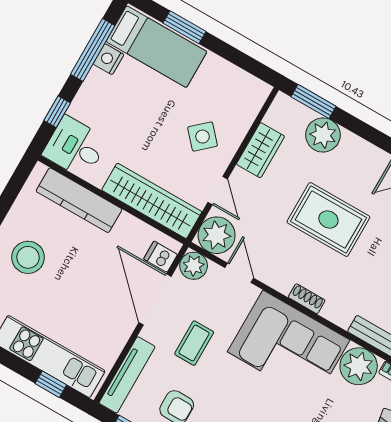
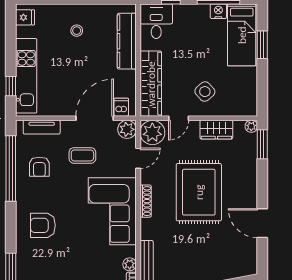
plant: (323, 135) -> (251, 126), moved, width x0.53, depth x0.53
rug: (328, 219) -> (199, 192), width x1.37, depth x1.44
stool: (28, 257) -> (77, 31), width x0.53, depth x0.53
shoe rack: (307, 299) -> (146, 201), width x1.43
plant: (359, 366) -> (130, 264), width x0.53, depth x0.53
tv unit: (127, 375) -> (42, 127), width x0.71

